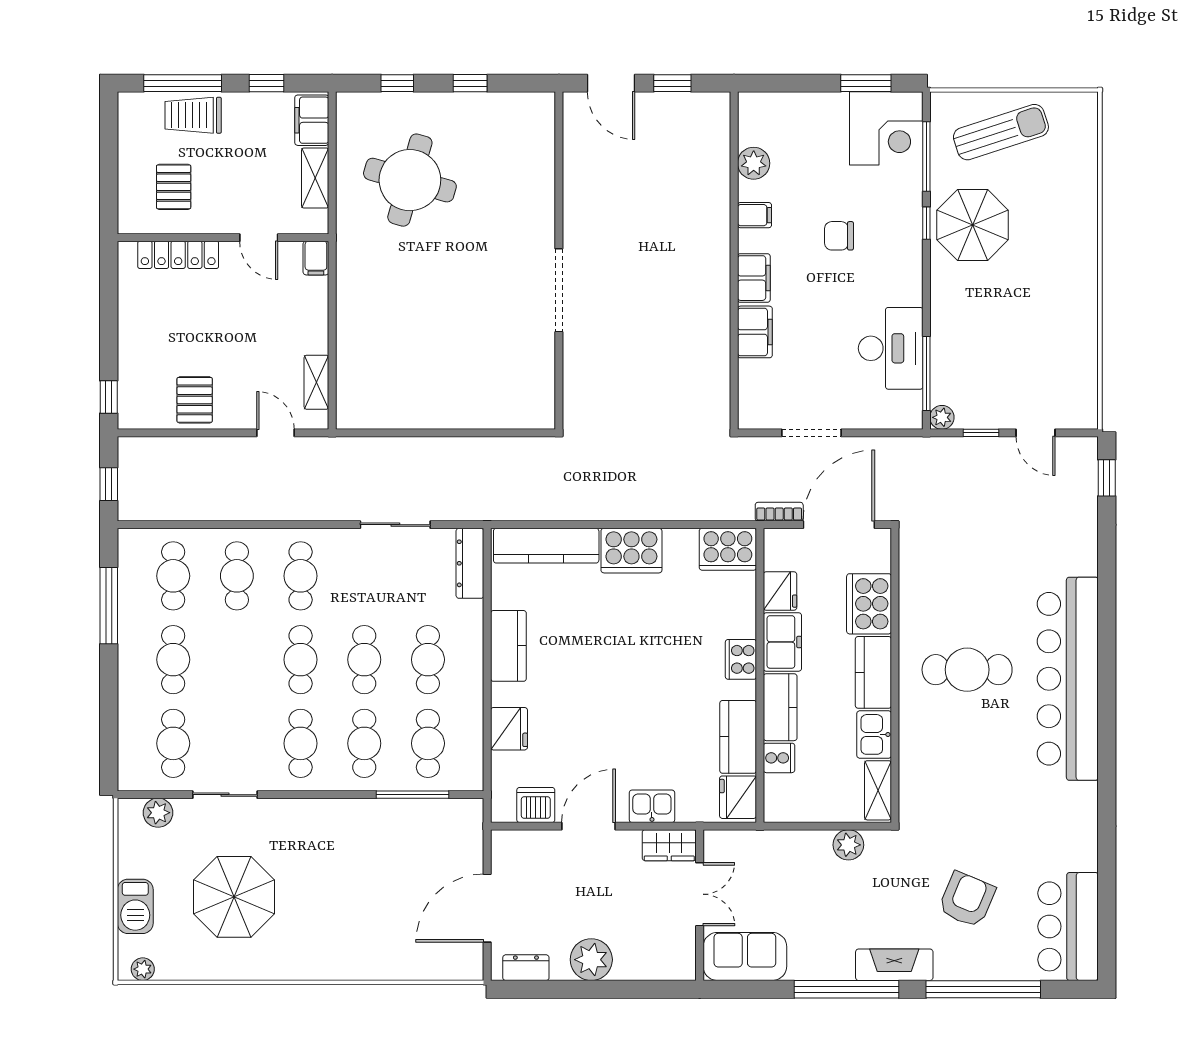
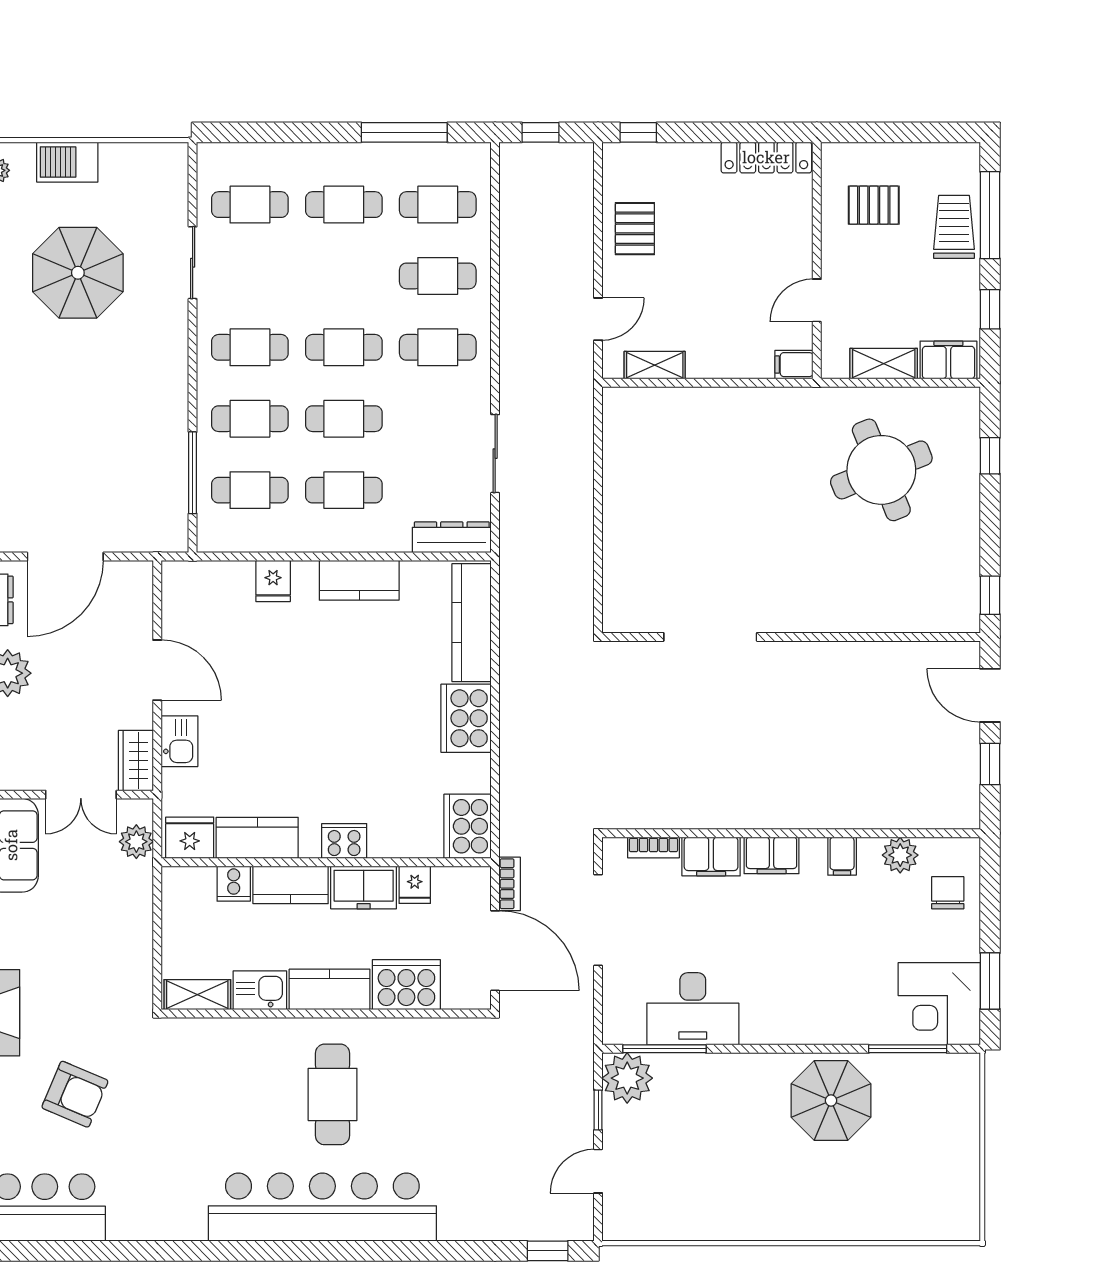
window: (470, 83) -> (990, 595), moved
door: (611, 83) -> (990, 695), hinge flipped
sun lounger: (1001, 132) -> (935, 1132), removed
round table: (410, 180) -> (881, 470), turned -38
window: (926, 223) -> (833, 1049), removed
chair: (839, 236) -> (948, 893), moved
locker: (178, 255) -> (766, 157), moved, turned -90
doorway: (559, 290) -> (710, 637), moved
bookcase: (747, 383) -> (653, 847), added
pallet: (195, 400) -> (635, 229), turned 90
plant: (942, 417) -> (627, 1078), width x1.88, depth x1.88
doorway: (811, 433) -> (598, 920), width x1.36
fridge: (780, 591) -> (415, 885), width x0.72
fridge: (509, 729) -> (273, 581), width x0.72
dishwasher: (536, 805) -> (181, 611), removed
plant: (158, 813) -> (172, 188), removed
plant: (848, 845) -> (136, 842), moved
door: (487, 908) -> (65, 556), swing flipped

